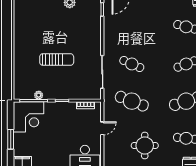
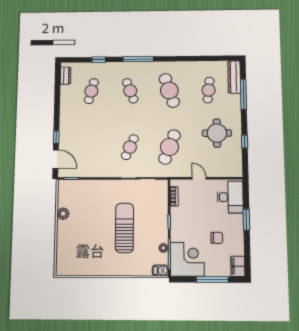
sun lounger: (57, 60) -> (124, 228), width x1.36, depth x1.34
barbecue: (18, 92) -> (160, 271), added
window: (11, 139) -> (212, 279), width x1.44
chair: (48, 144) -> (217, 238), added

